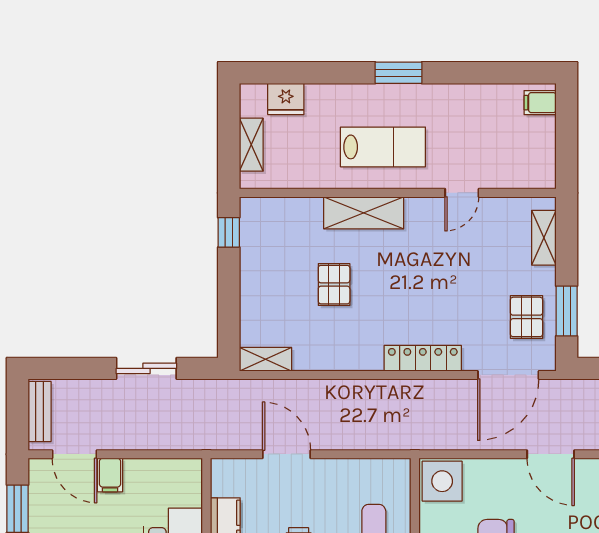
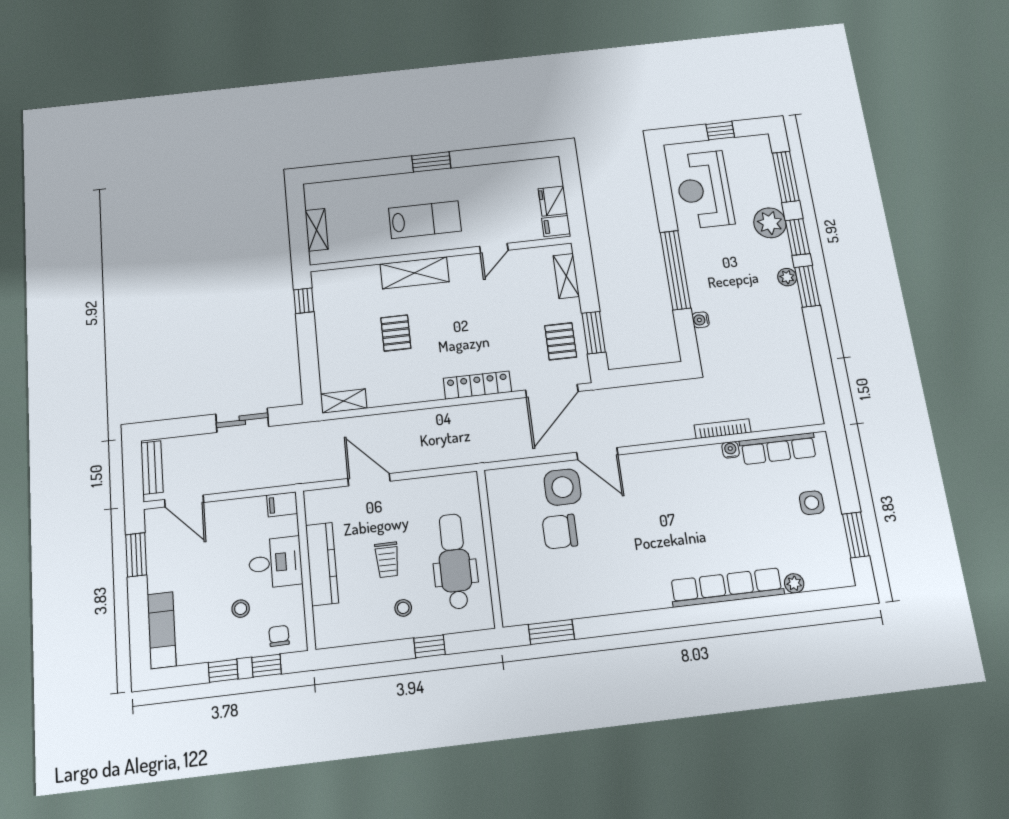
fridge: (286, 99) -> (553, 201), moved, turned 90
filing cabinet: (540, 103) -> (556, 226), moved
filing cabinet: (110, 475) -> (282, 504), moved, turned 90
side table: (442, 481) -> (563, 487), moved

